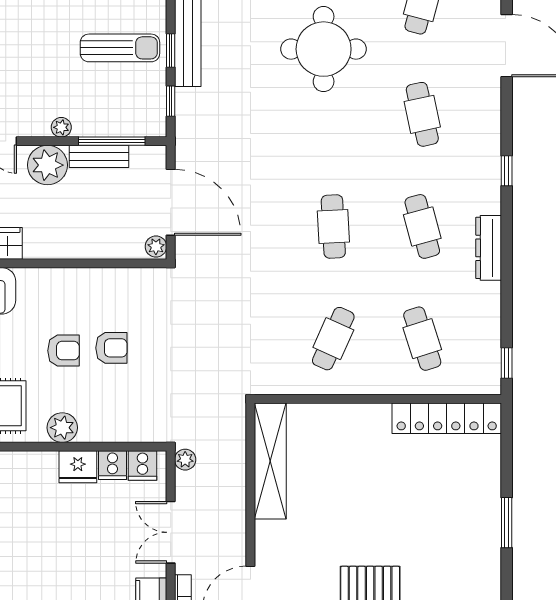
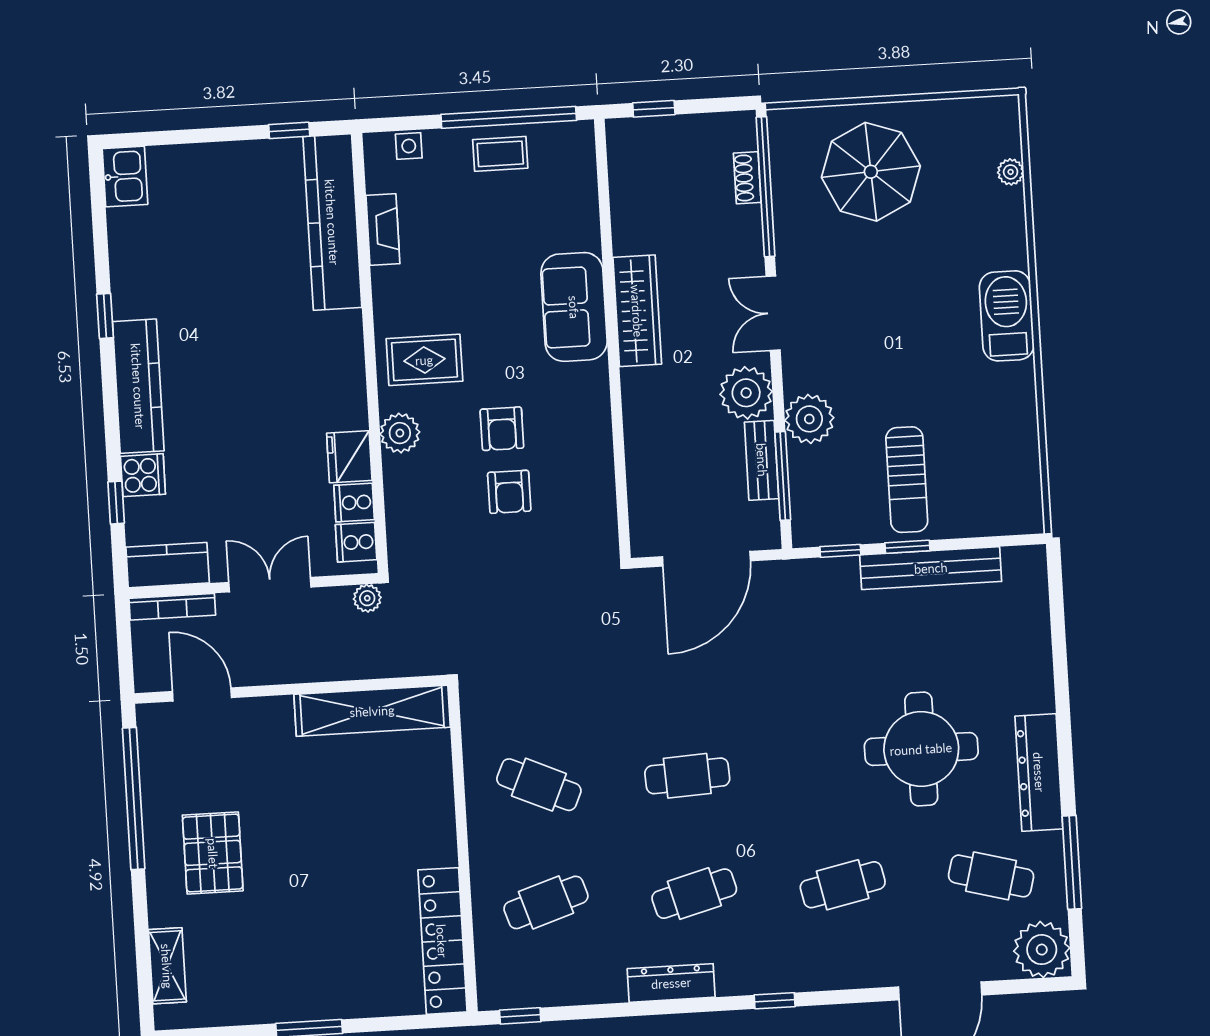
plant: (61, 127) -> (809, 419), width x1.88, depth x1.88
plant: (156, 247) -> (647, 543), removed

